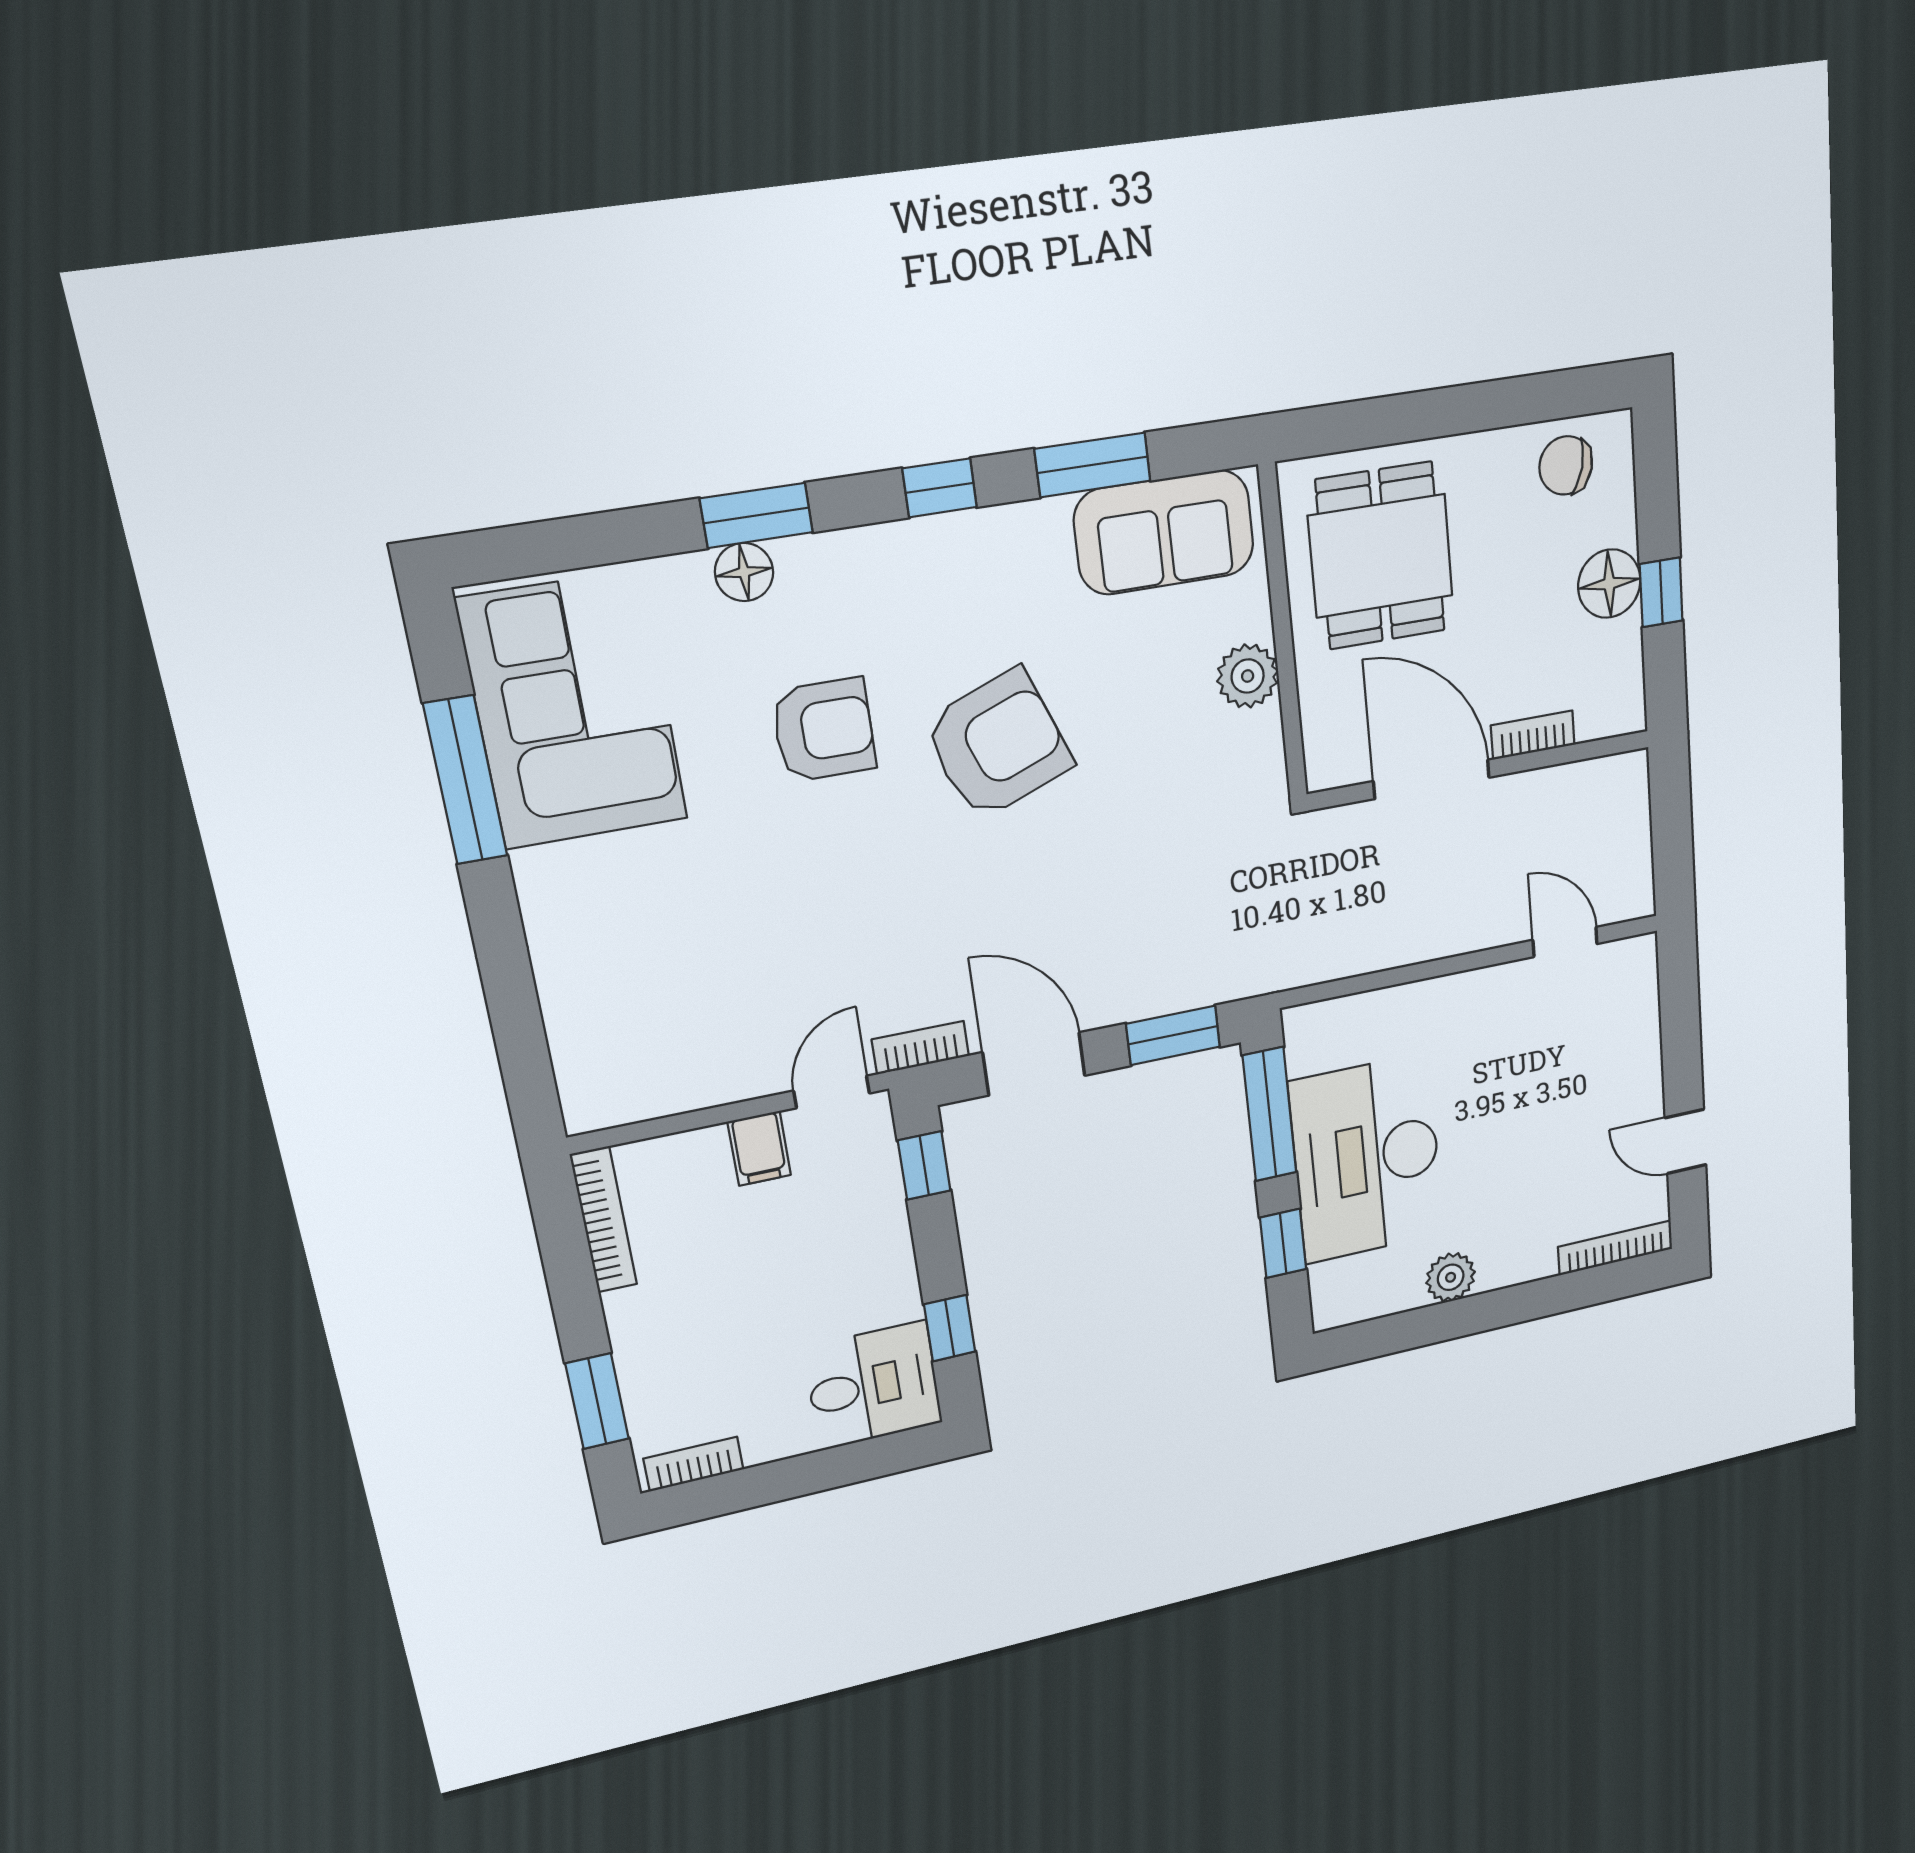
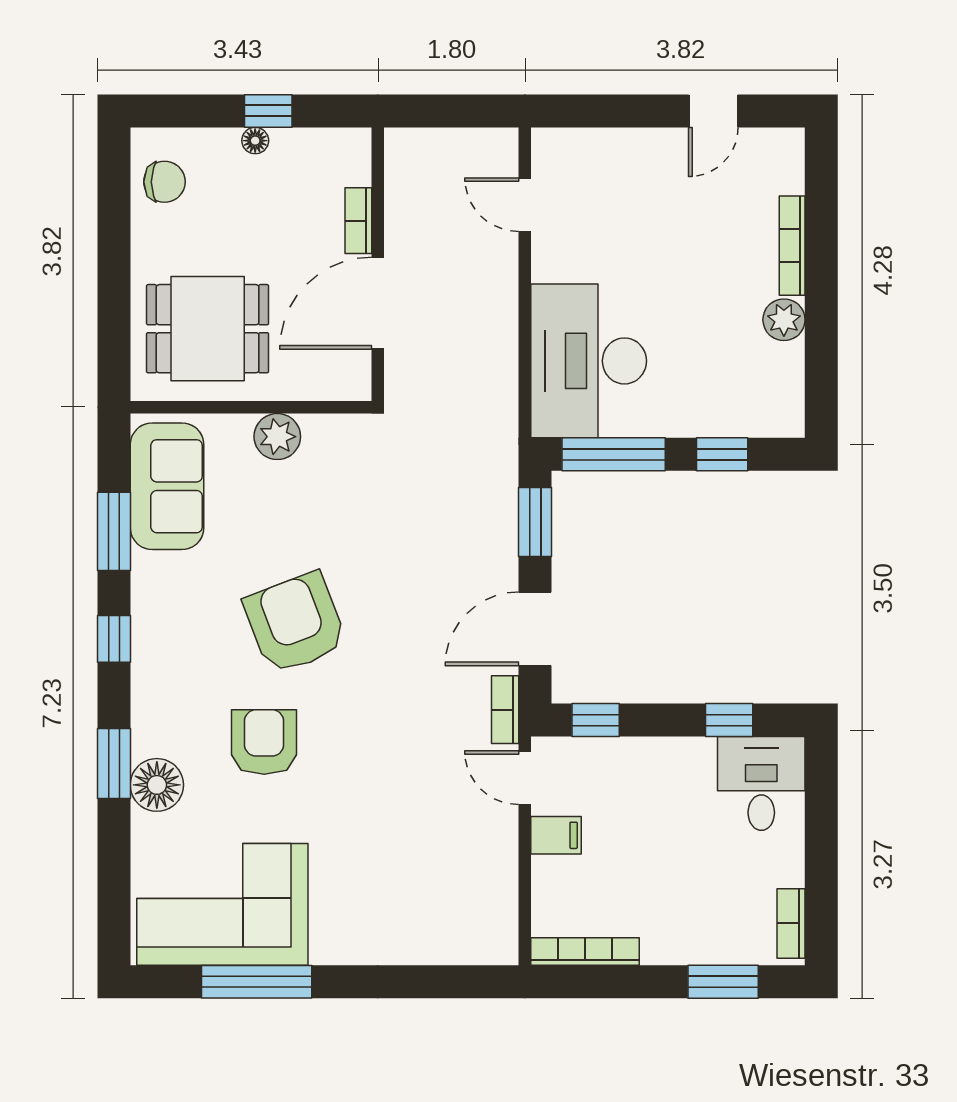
chair: (1566, 465) -> (164, 182), turned -104
floor lamp: (744, 572) -> (157, 785), width x1.38, depth x1.38
floor lamp: (1609, 584) -> (255, 141), width x0.53, depth x0.53
door: (1565, 942) -> (525, 205), hinge flipped
desk: (1367, 1159) -> (589, 361), moved, turned 90
bookcase: (1615, 1248) -> (792, 246), moved

